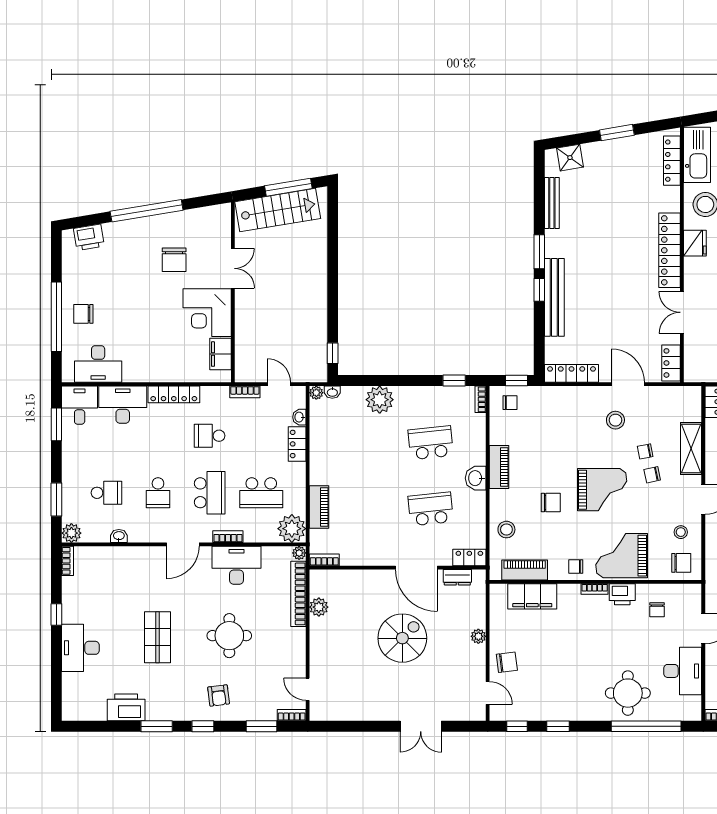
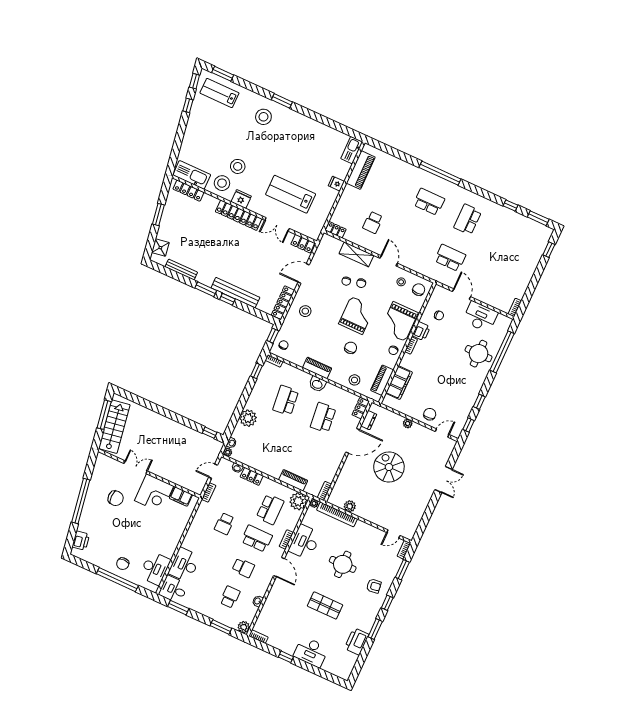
locker: (174, 394) -> (192, 533), removed
stool: (615, 420) -> (305, 311), moved

